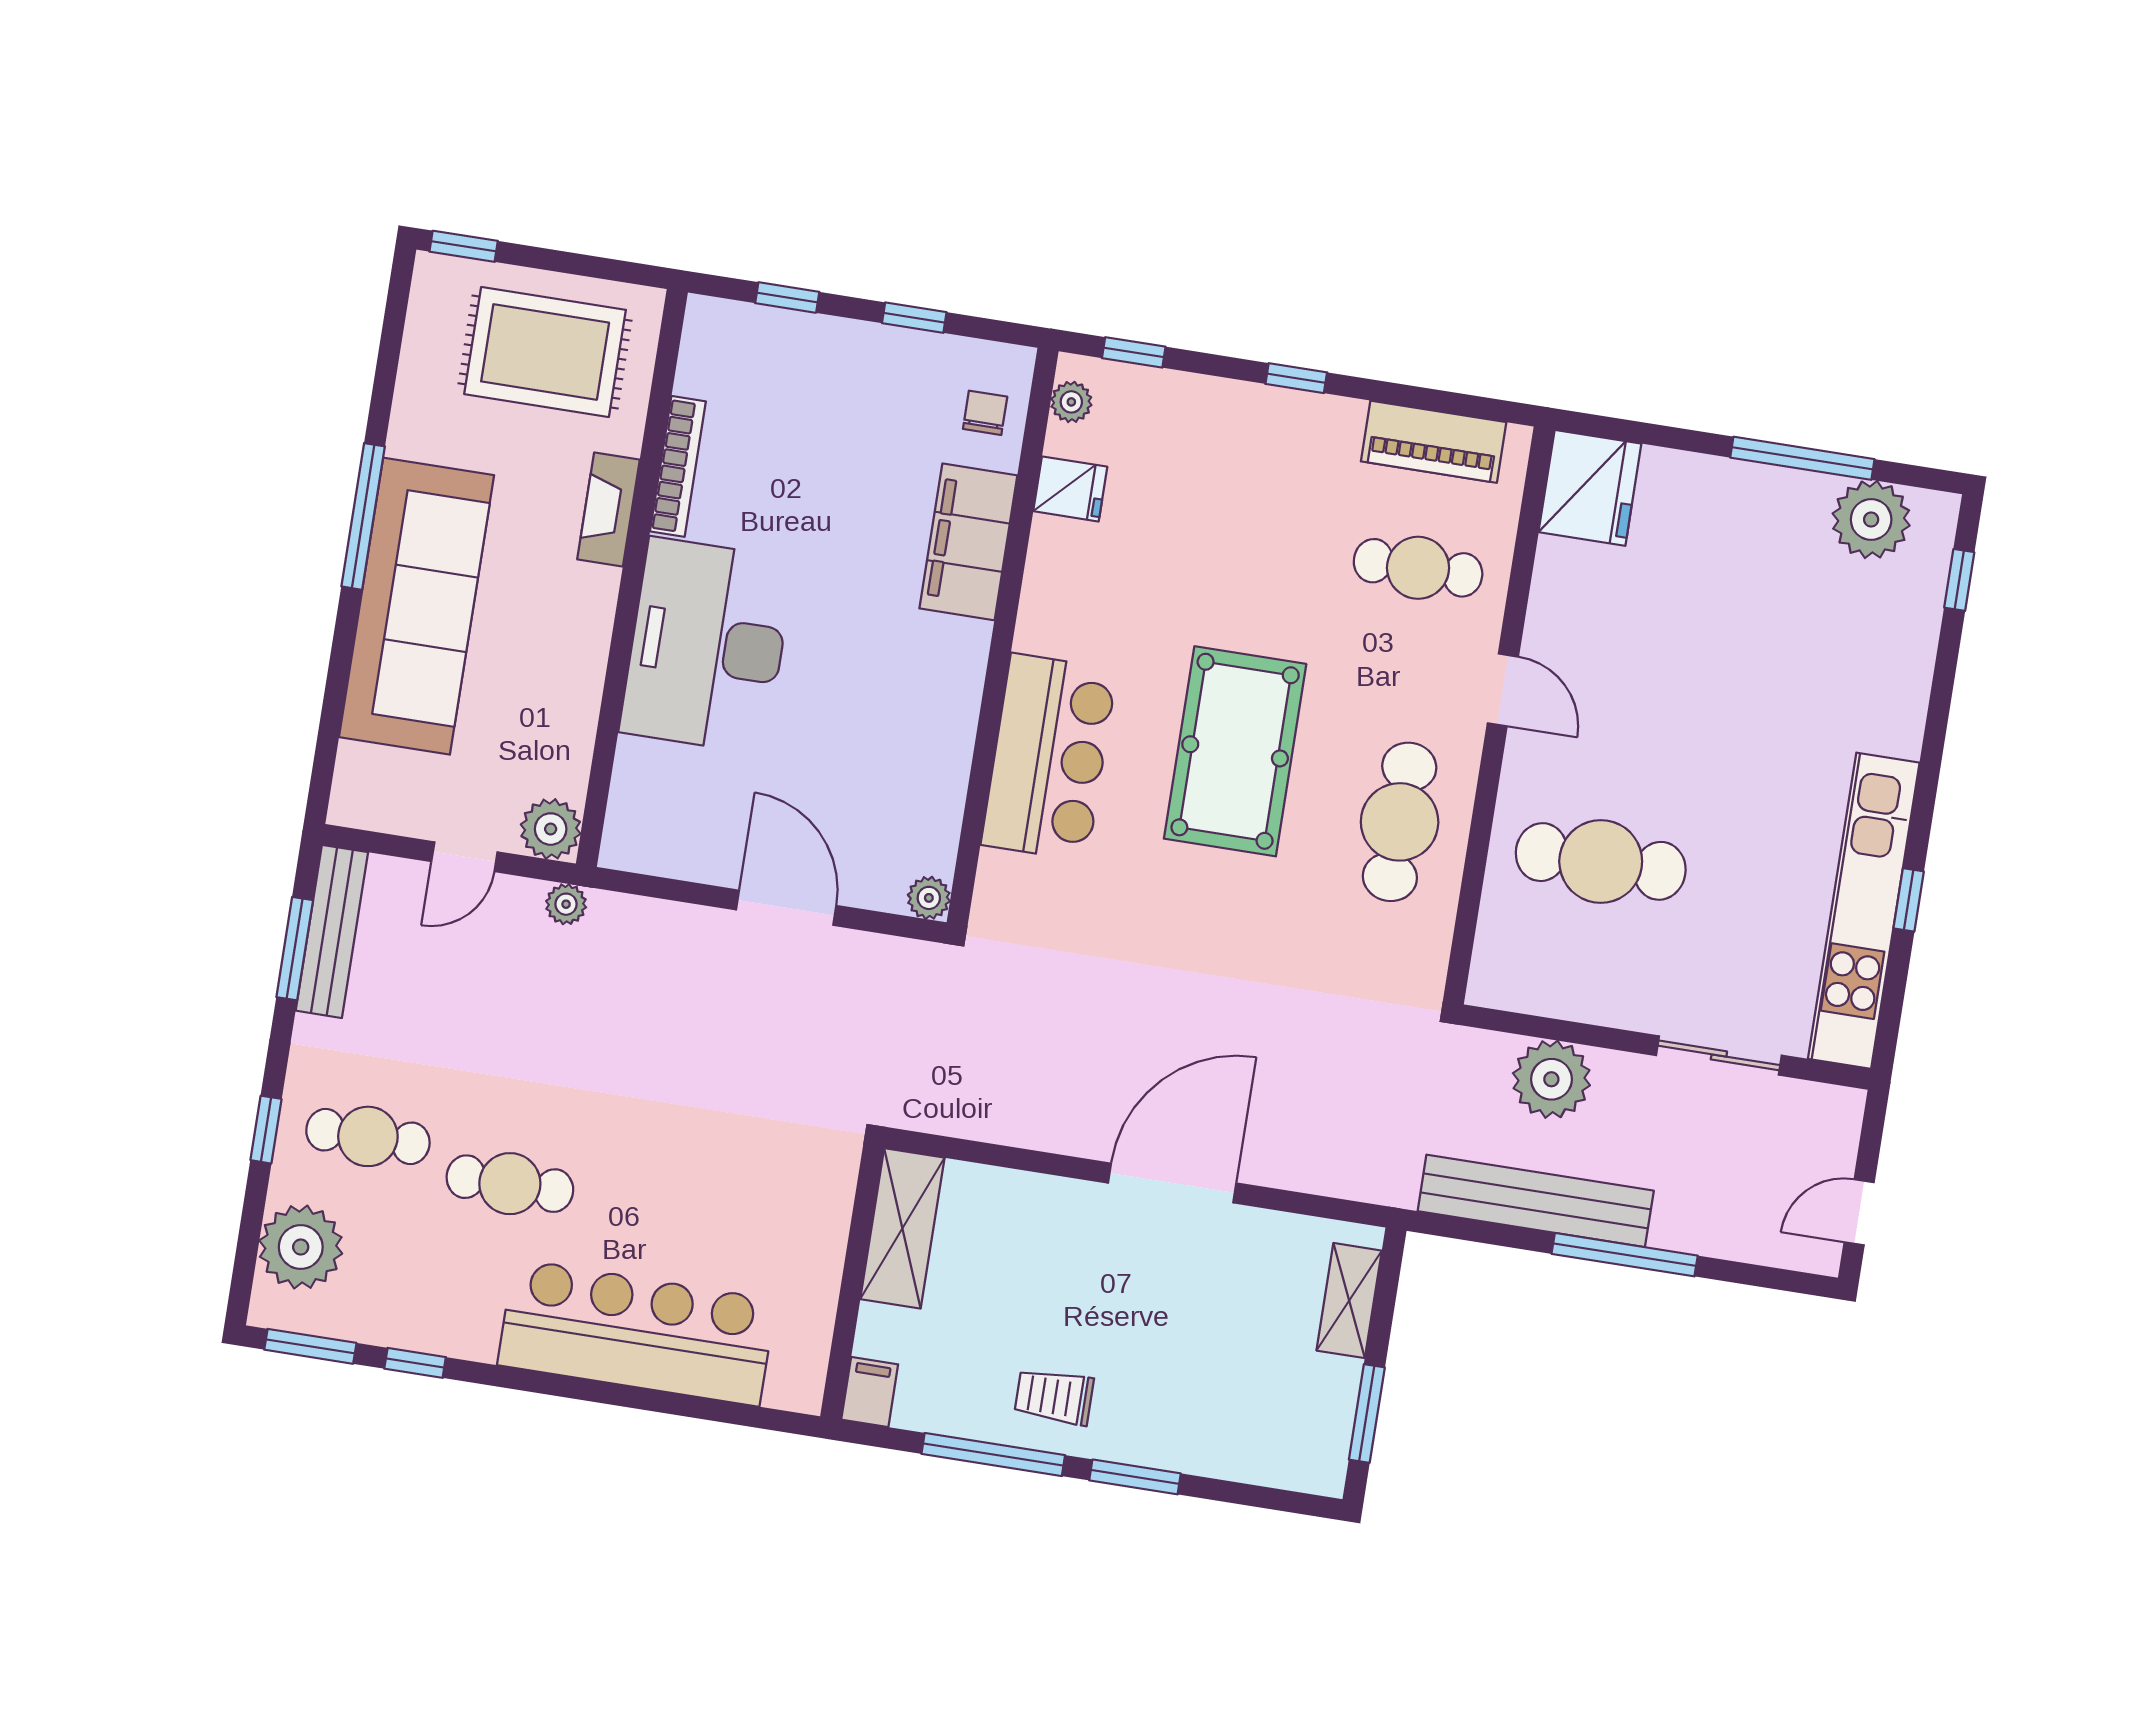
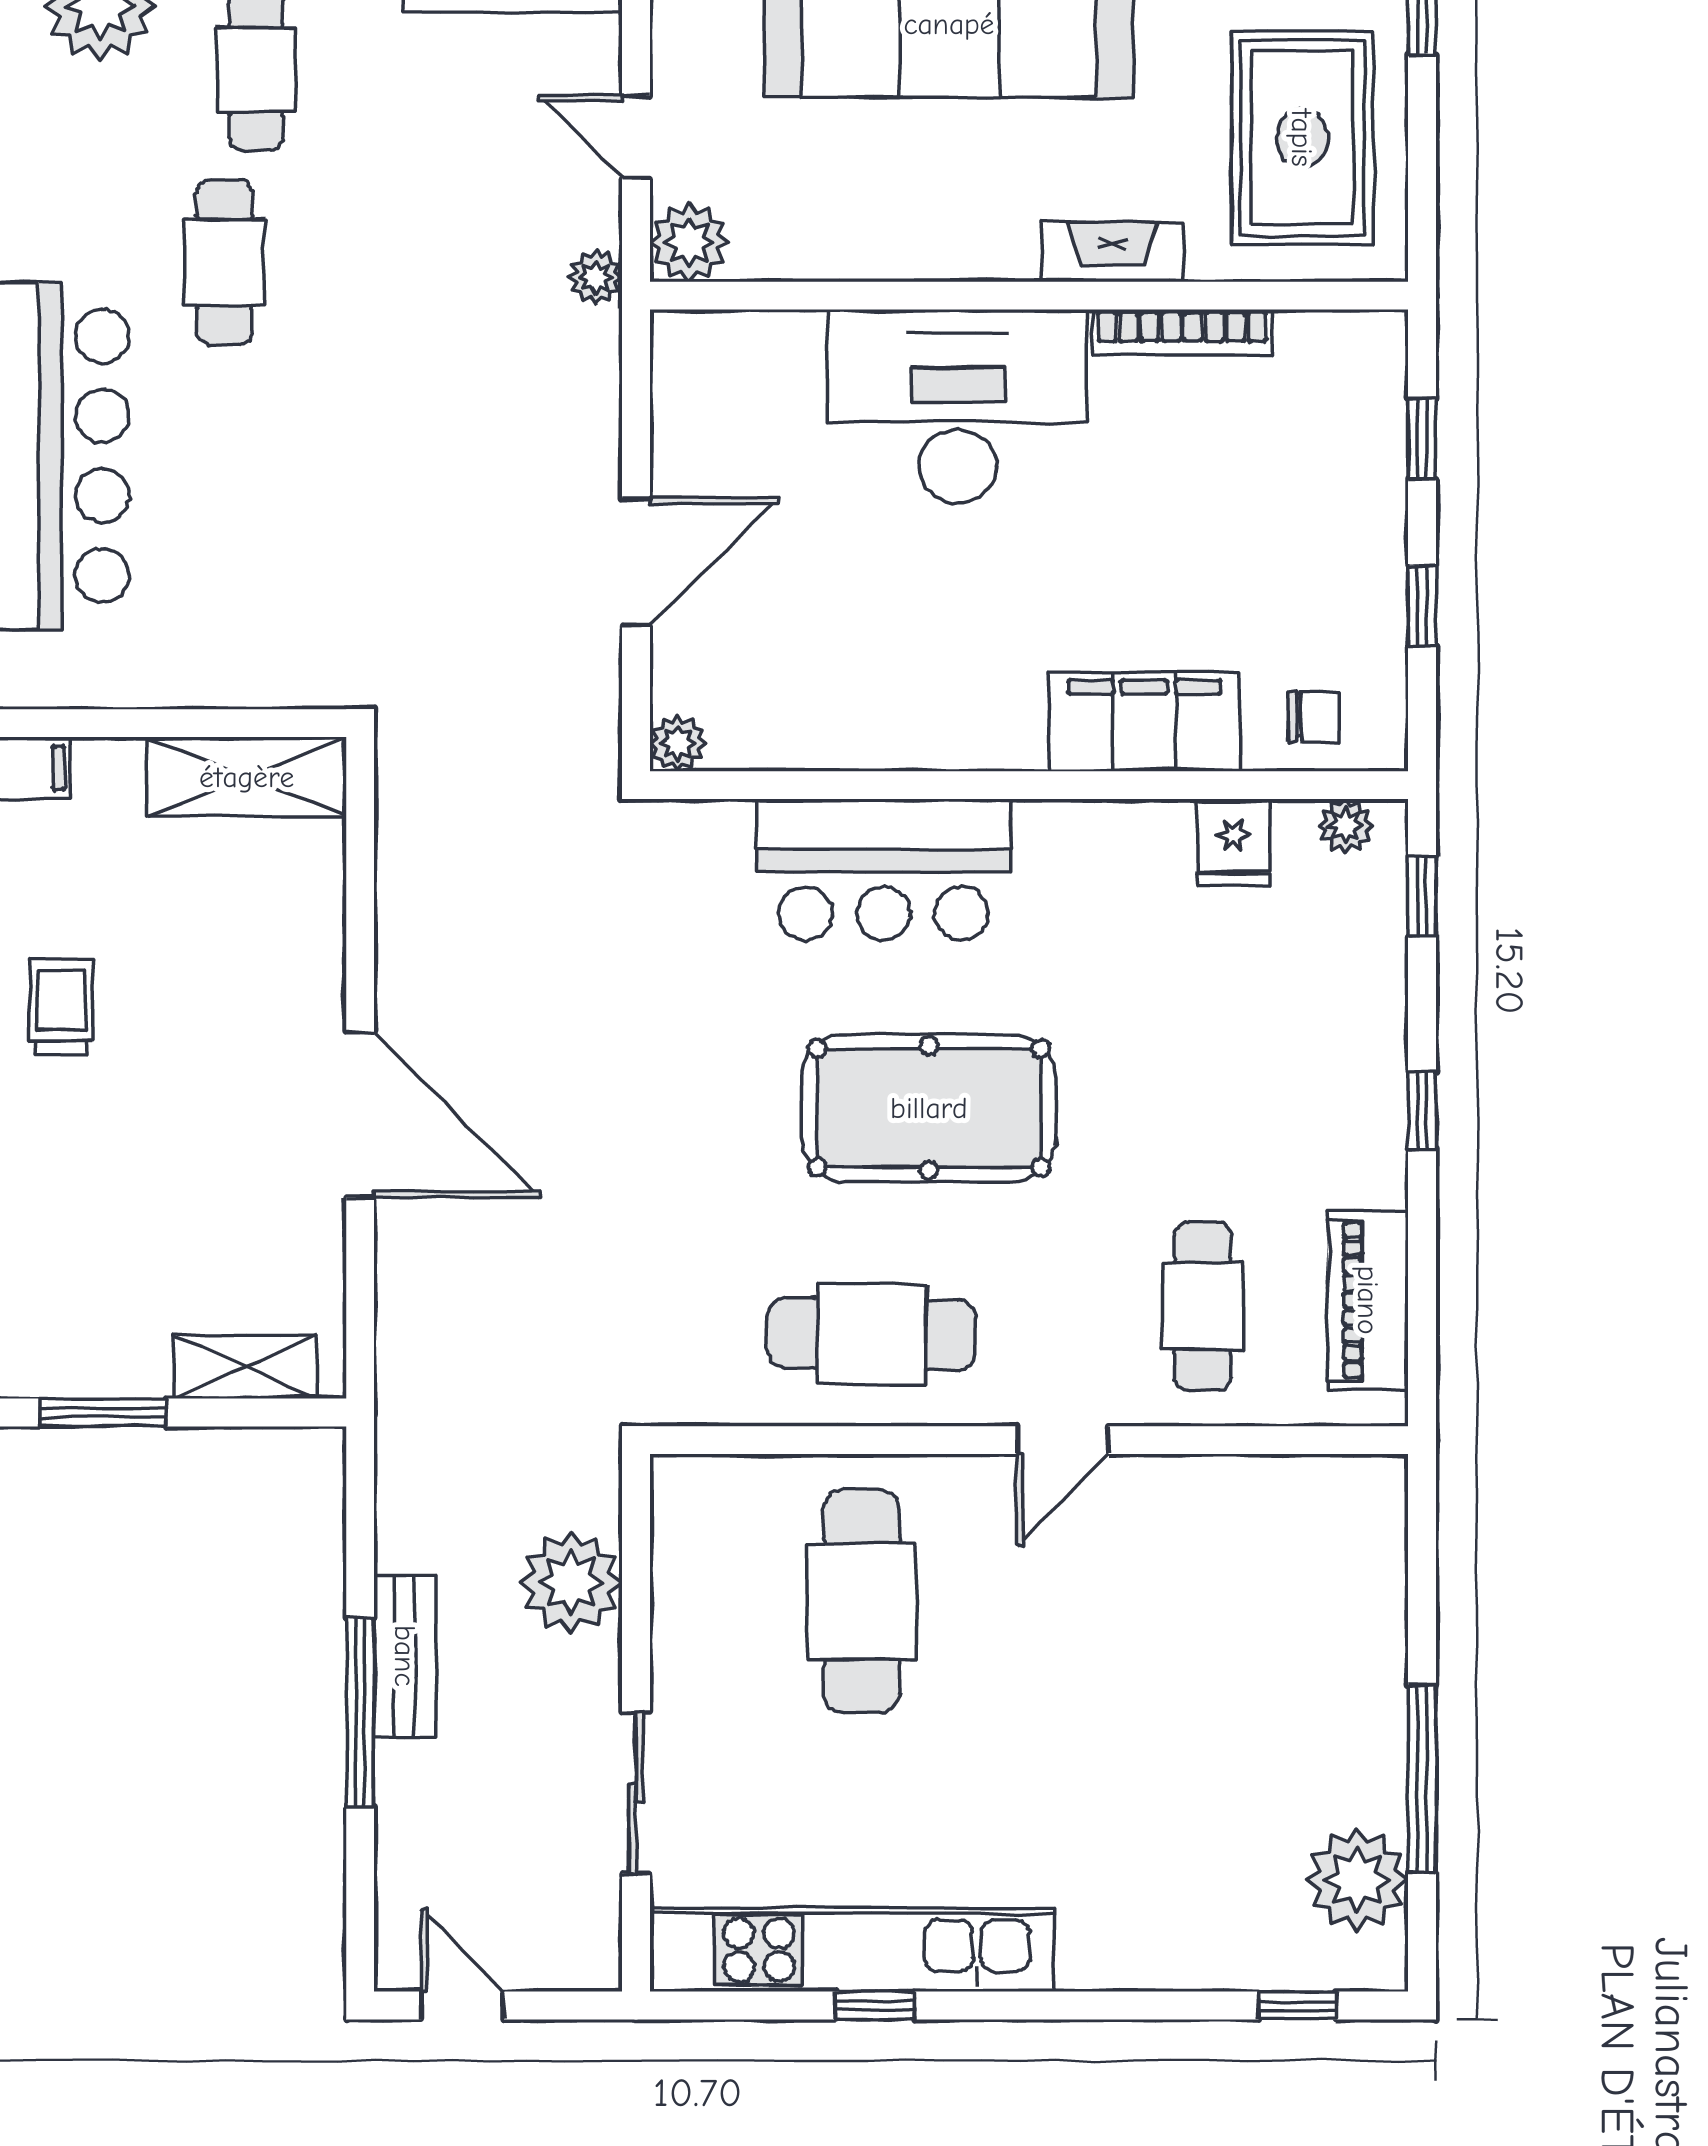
fridge: (1590, 488) -> (1341, 1511), removed
bench: (1536, 1201) -> (405, 1656), width x0.54, depth x0.82

